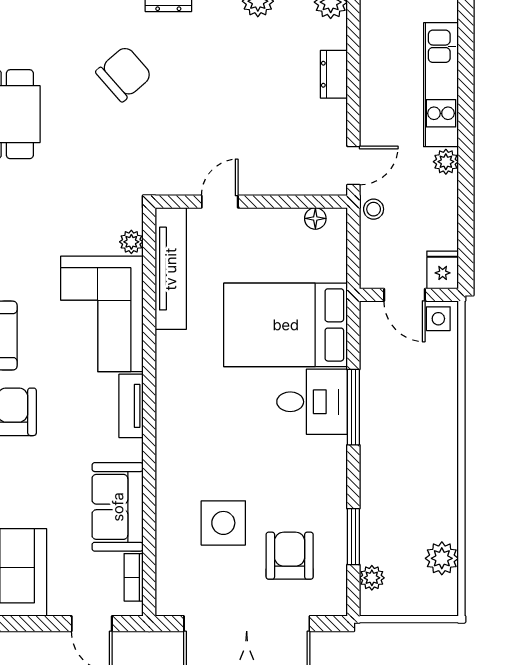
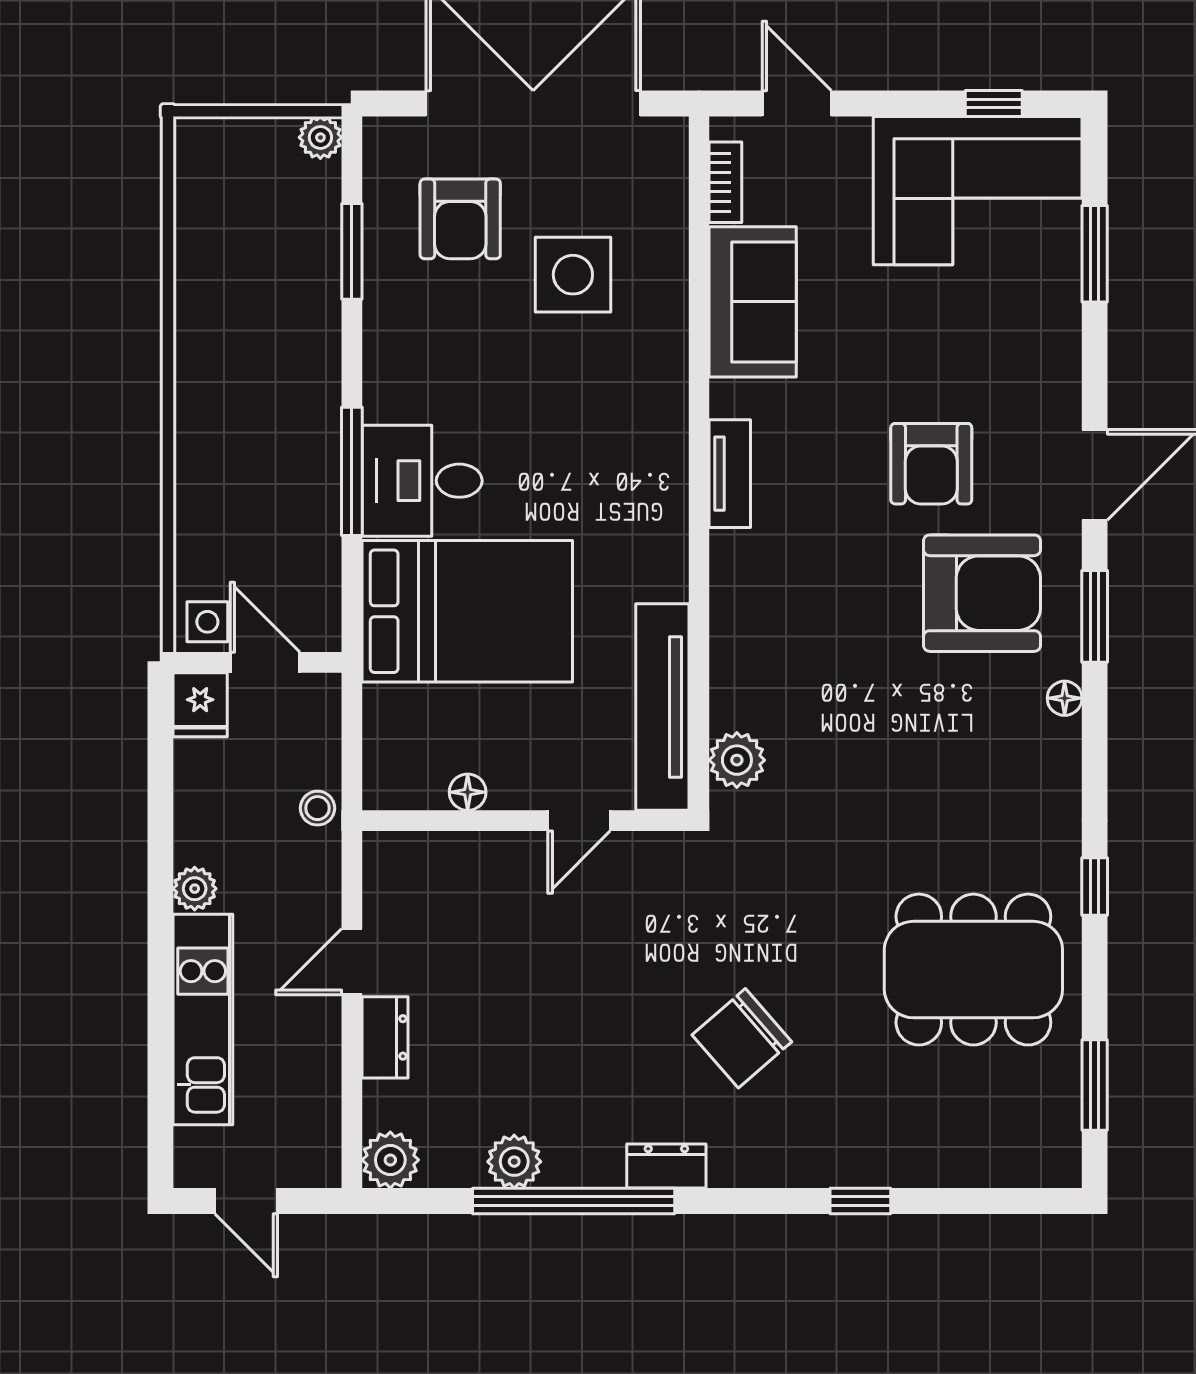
door: (353, 166) -> (352, 962), moved
floor lamp: (315, 218) -> (468, 792), moved
plant: (131, 242) -> (737, 760), width x1.38, depth x1.38
corner sofa: (102, 314) -> (779, 630), removed
plant: (442, 558) -> (202, 215), removed
plant: (372, 578) -> (320, 137), moved

